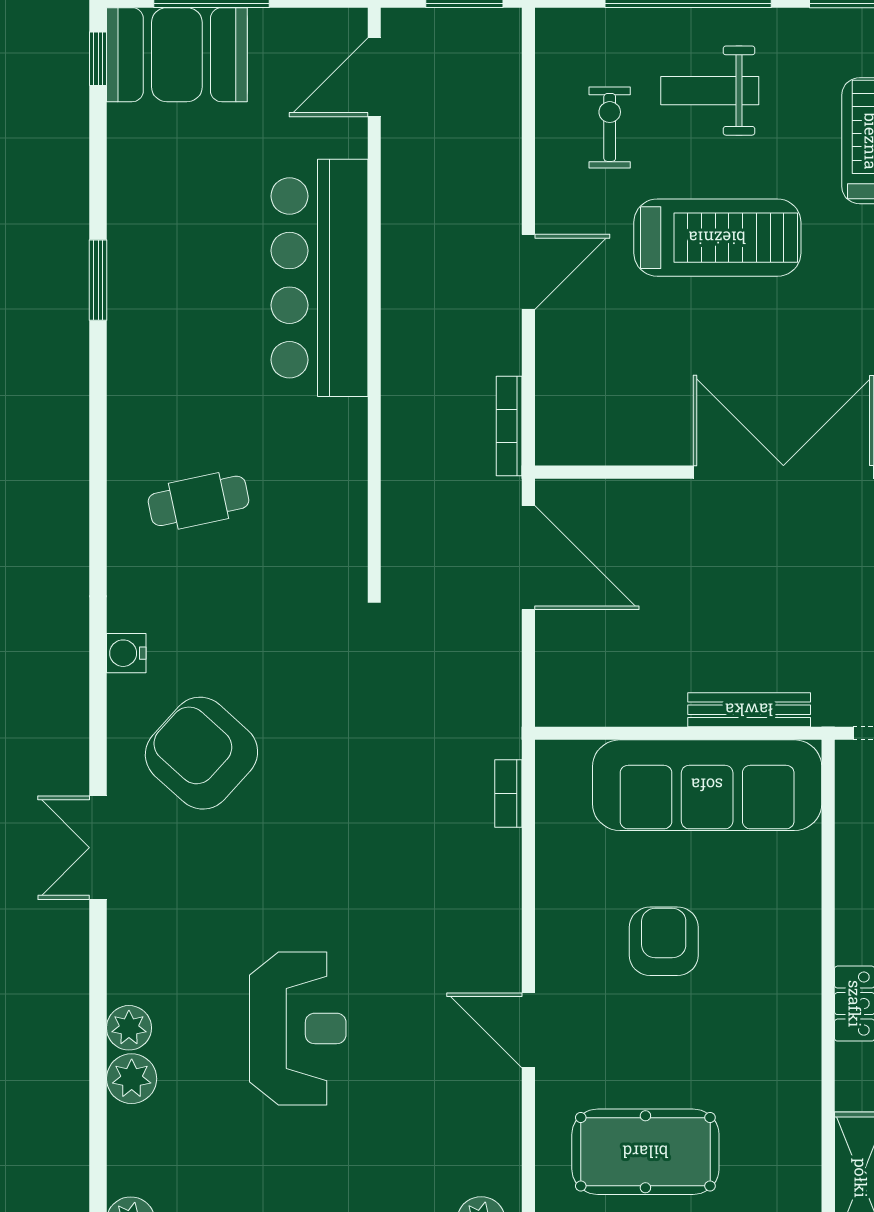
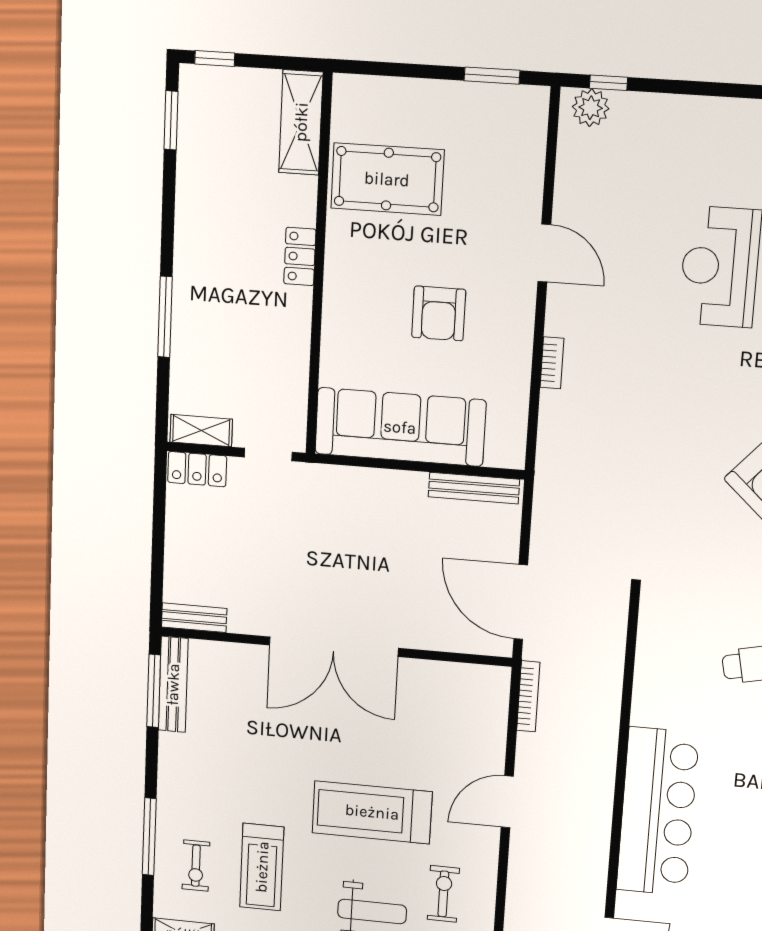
exercise bike: (610, 127) -> (443, 894), turned 180
bench: (749, 710) -> (474, 488), moved
bookcase: (508, 793) -> (552, 363), moved
pool table: (645, 1152) -> (387, 179), moved

